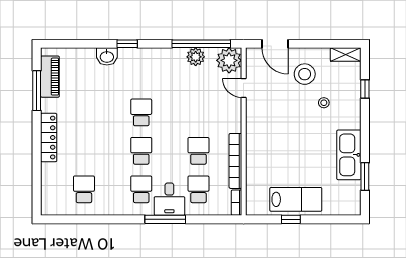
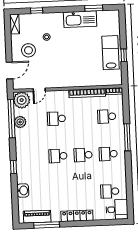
washbasin: (107, 56) -> (23, 190), moved
school desk: (198, 151) -> (56, 119), moved
desk: (169, 199) -> (117, 209), moved

